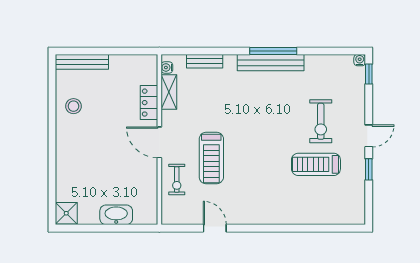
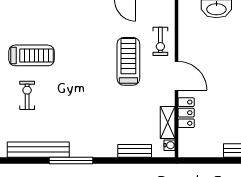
bench: (271, 63) -> (38, 150), moved
exercise bike: (321, 121) -> (27, 95), width x0.73, depth x0.72
exercise bike: (177, 180) -> (160, 41), turned 180

